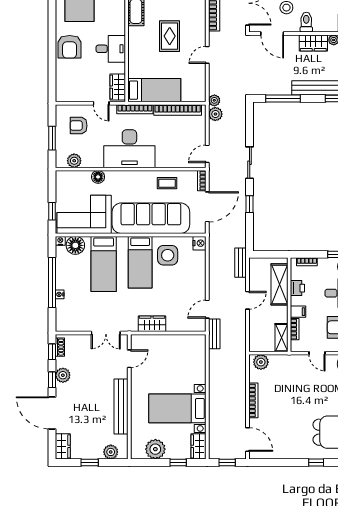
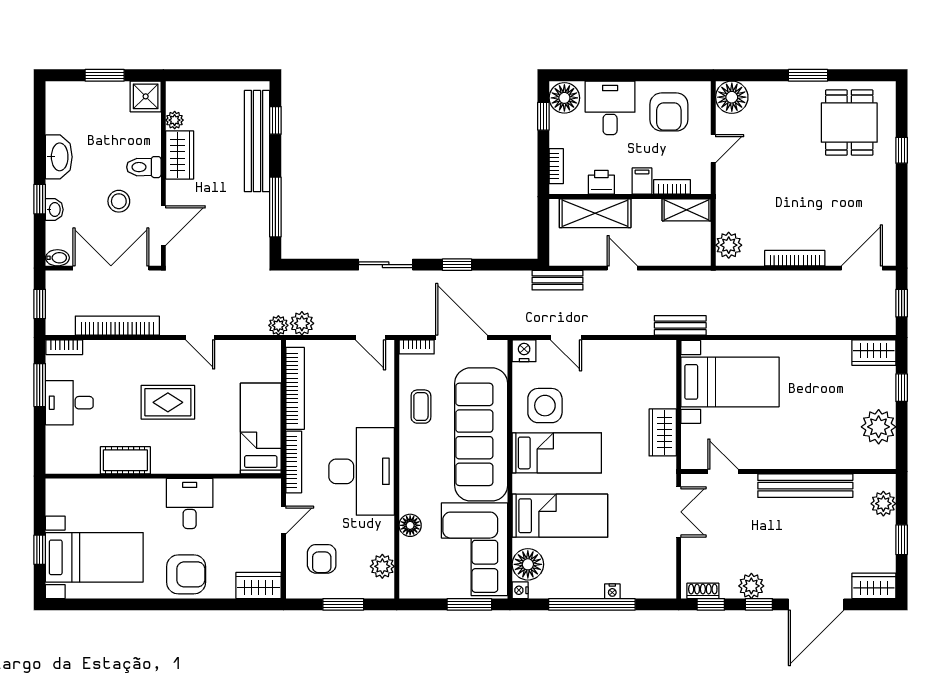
wardrobe: (118, 87) -> (259, 585), moved, turned 180
window: (52, 211) -> (469, 604), width x1.50
door: (207, 309) -> (566, 338), moved
bed with nightstands: (177, 408) -> (730, 382), moved, turned -90

